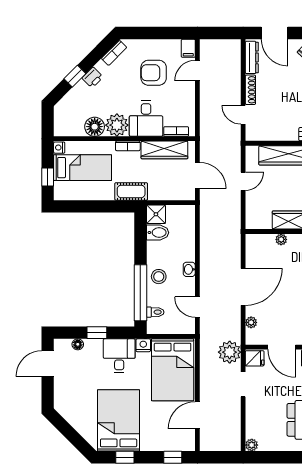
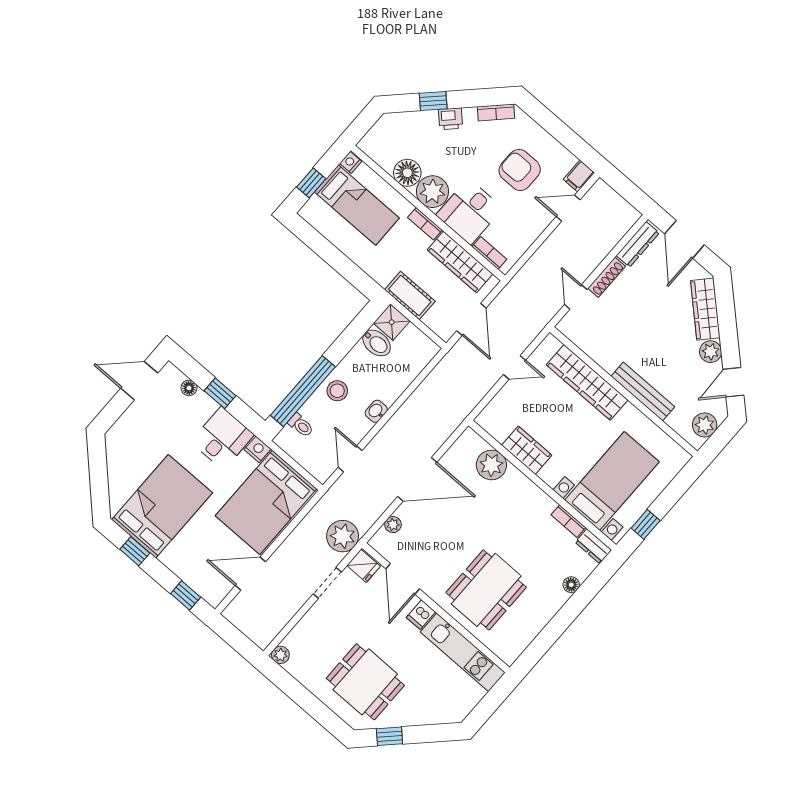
cot: (131, 191) -> (410, 295), moved
plant: (281, 239) -> (491, 465), width x1.88, depth x1.88

